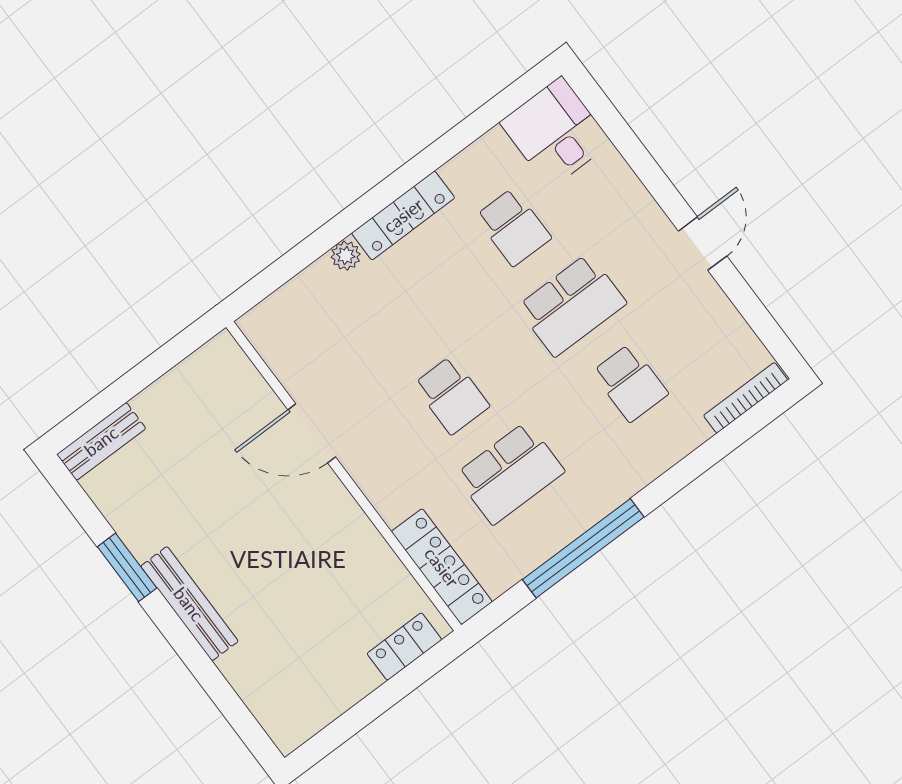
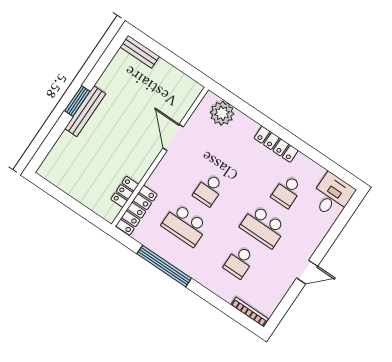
plant: (346, 256) -> (222, 113), moved, width x1.87, depth x1.87
window: (127, 567) -> (77, 101), moved
locker: (404, 647) -> (125, 192), moved, turned -90

